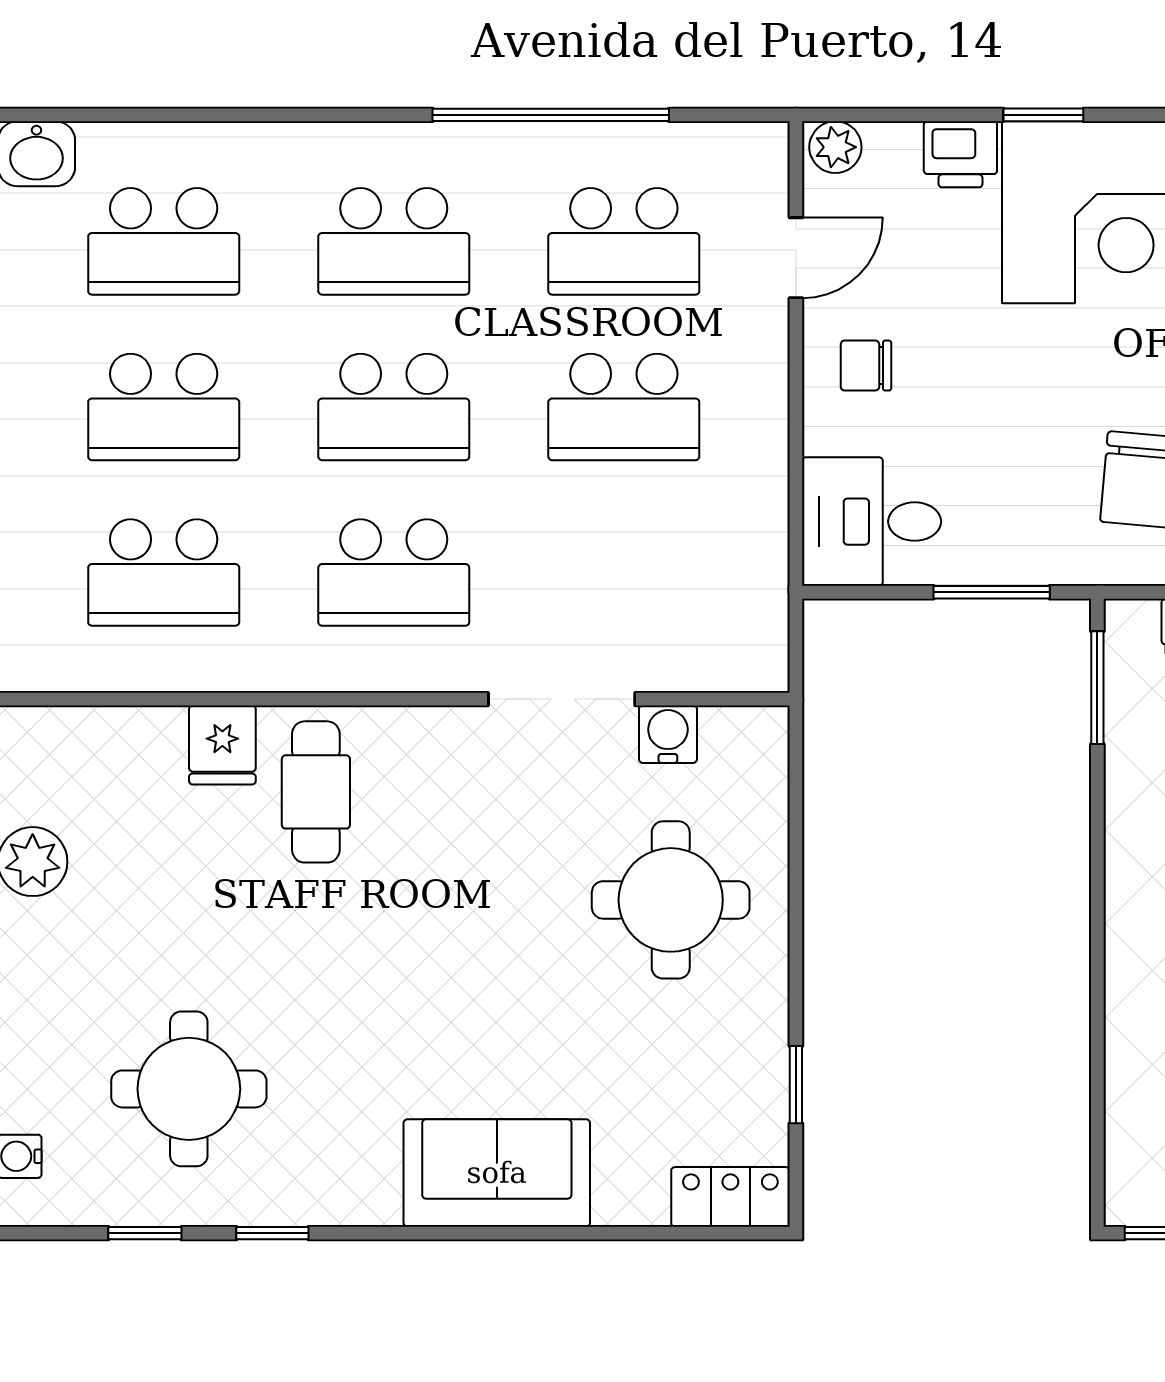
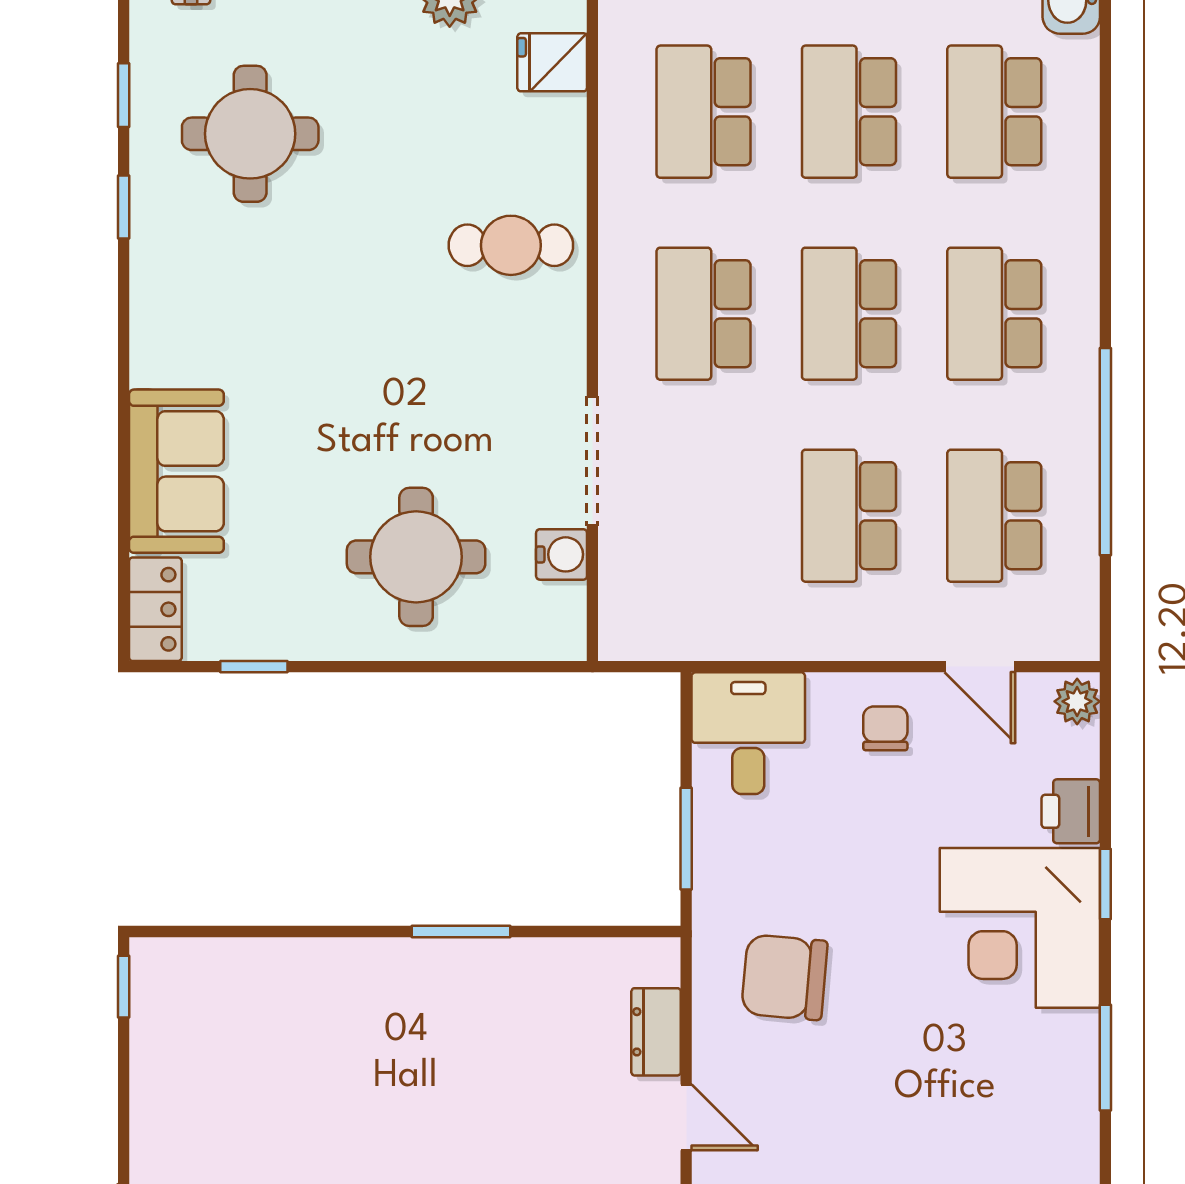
window: (1097, 688) -> (461, 931), moved
fridge: (222, 745) -> (552, 62), moved
sofa: (497, 1173) -> (176, 471), moved

